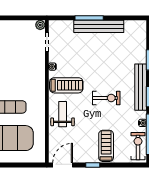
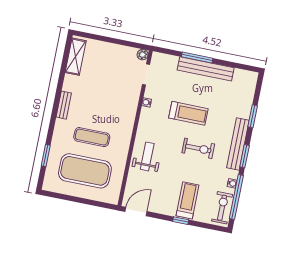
treadmill: (66, 85) -> (188, 113), moved
window: (93, 165) -> (181, 221), moved

